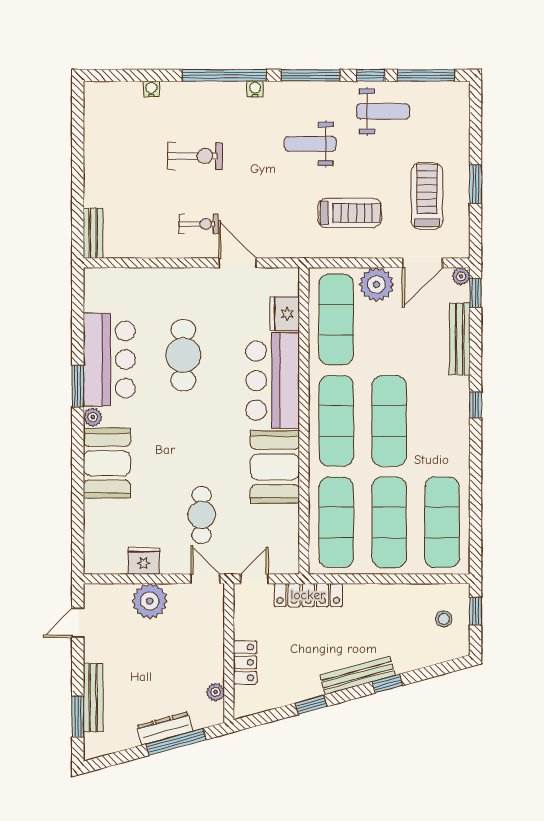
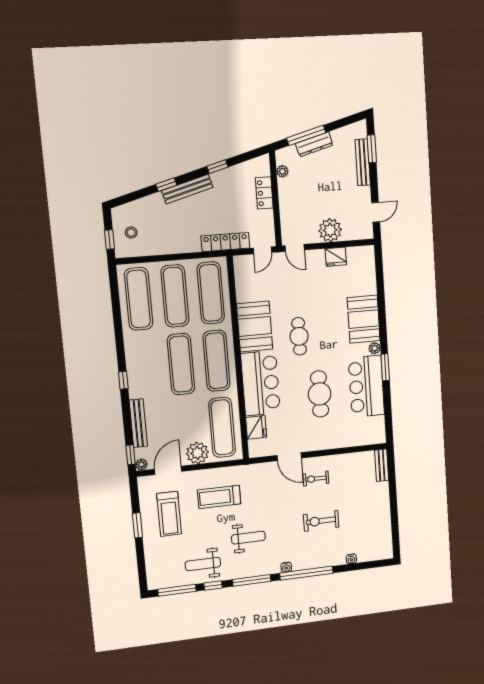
cafe table: (202, 515) -> (299, 336), moved

